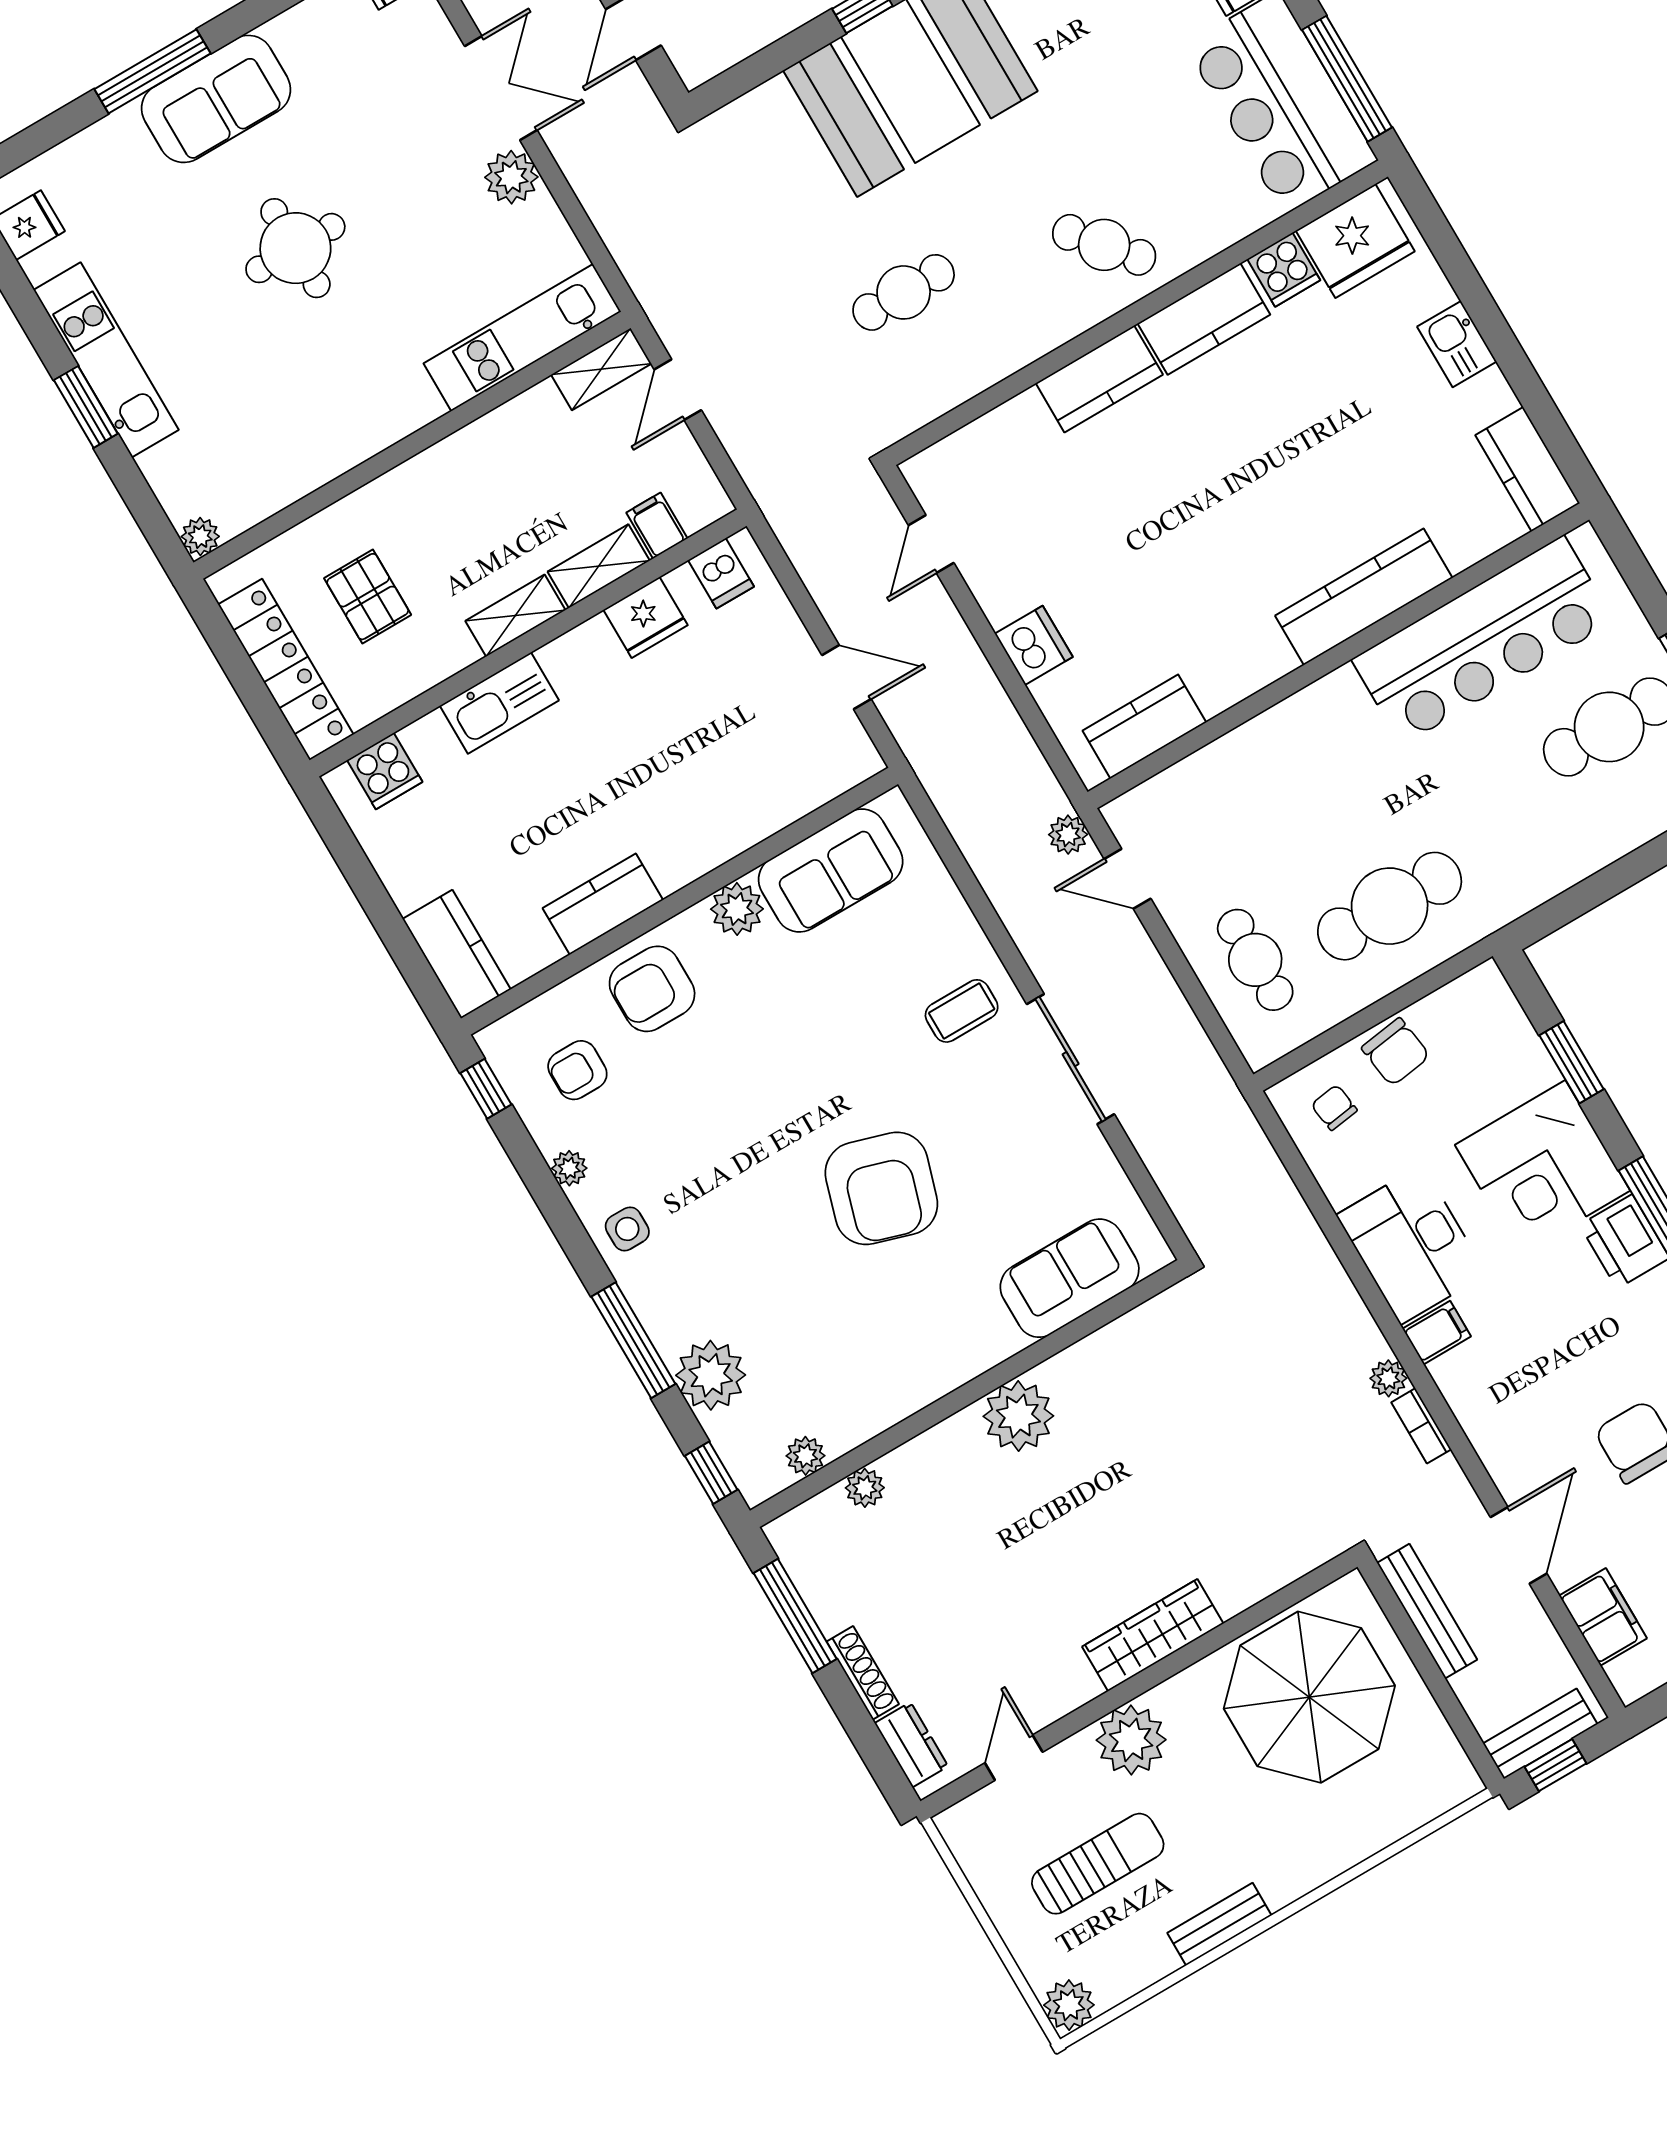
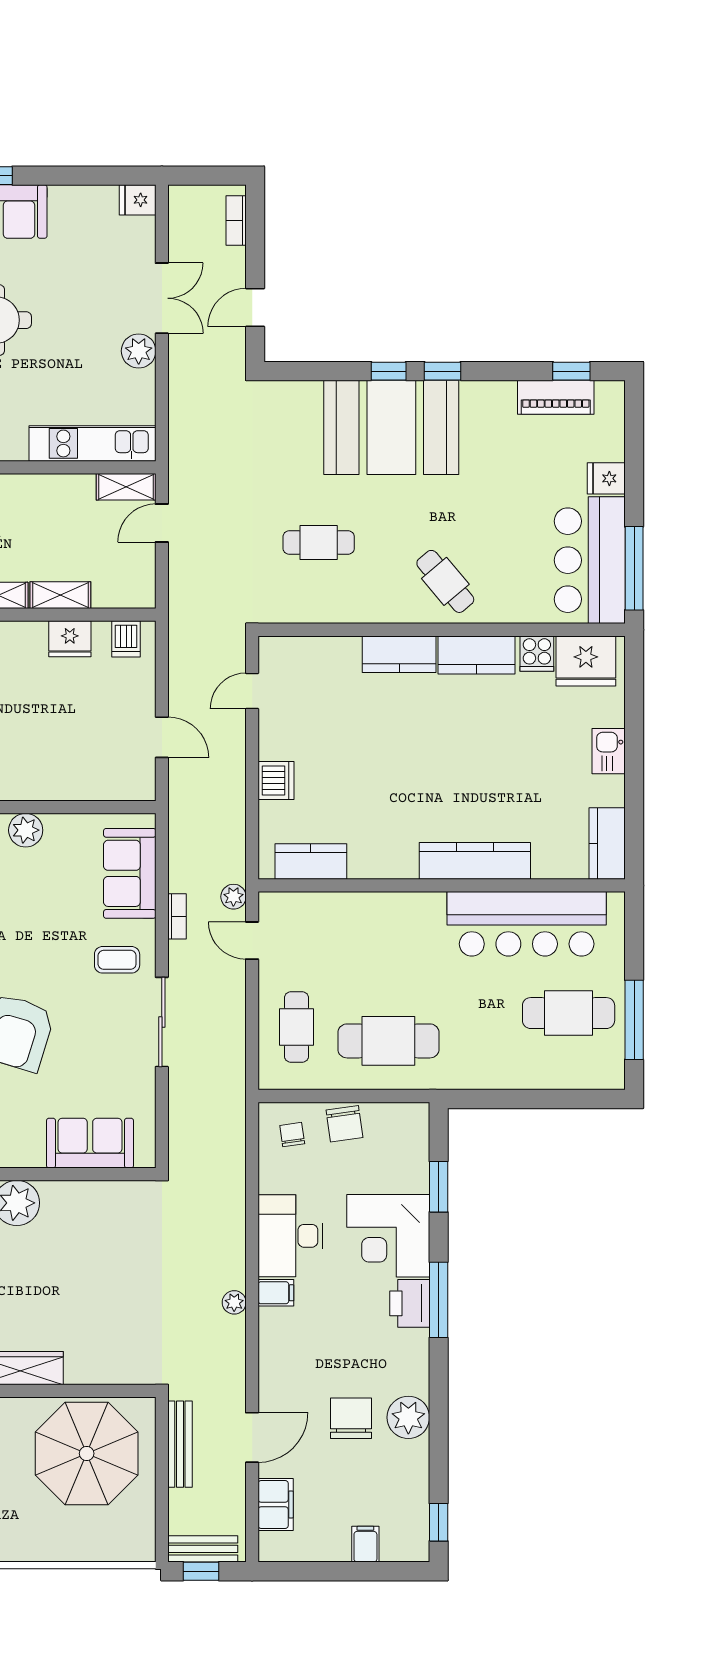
filing cabinet: (657, 526) -> (106, 592), removed
sofa: (831, 870) -> (130, 873), moved, turned 90
bookcase: (1421, 1426) -> (177, 916), moved, turned 180

